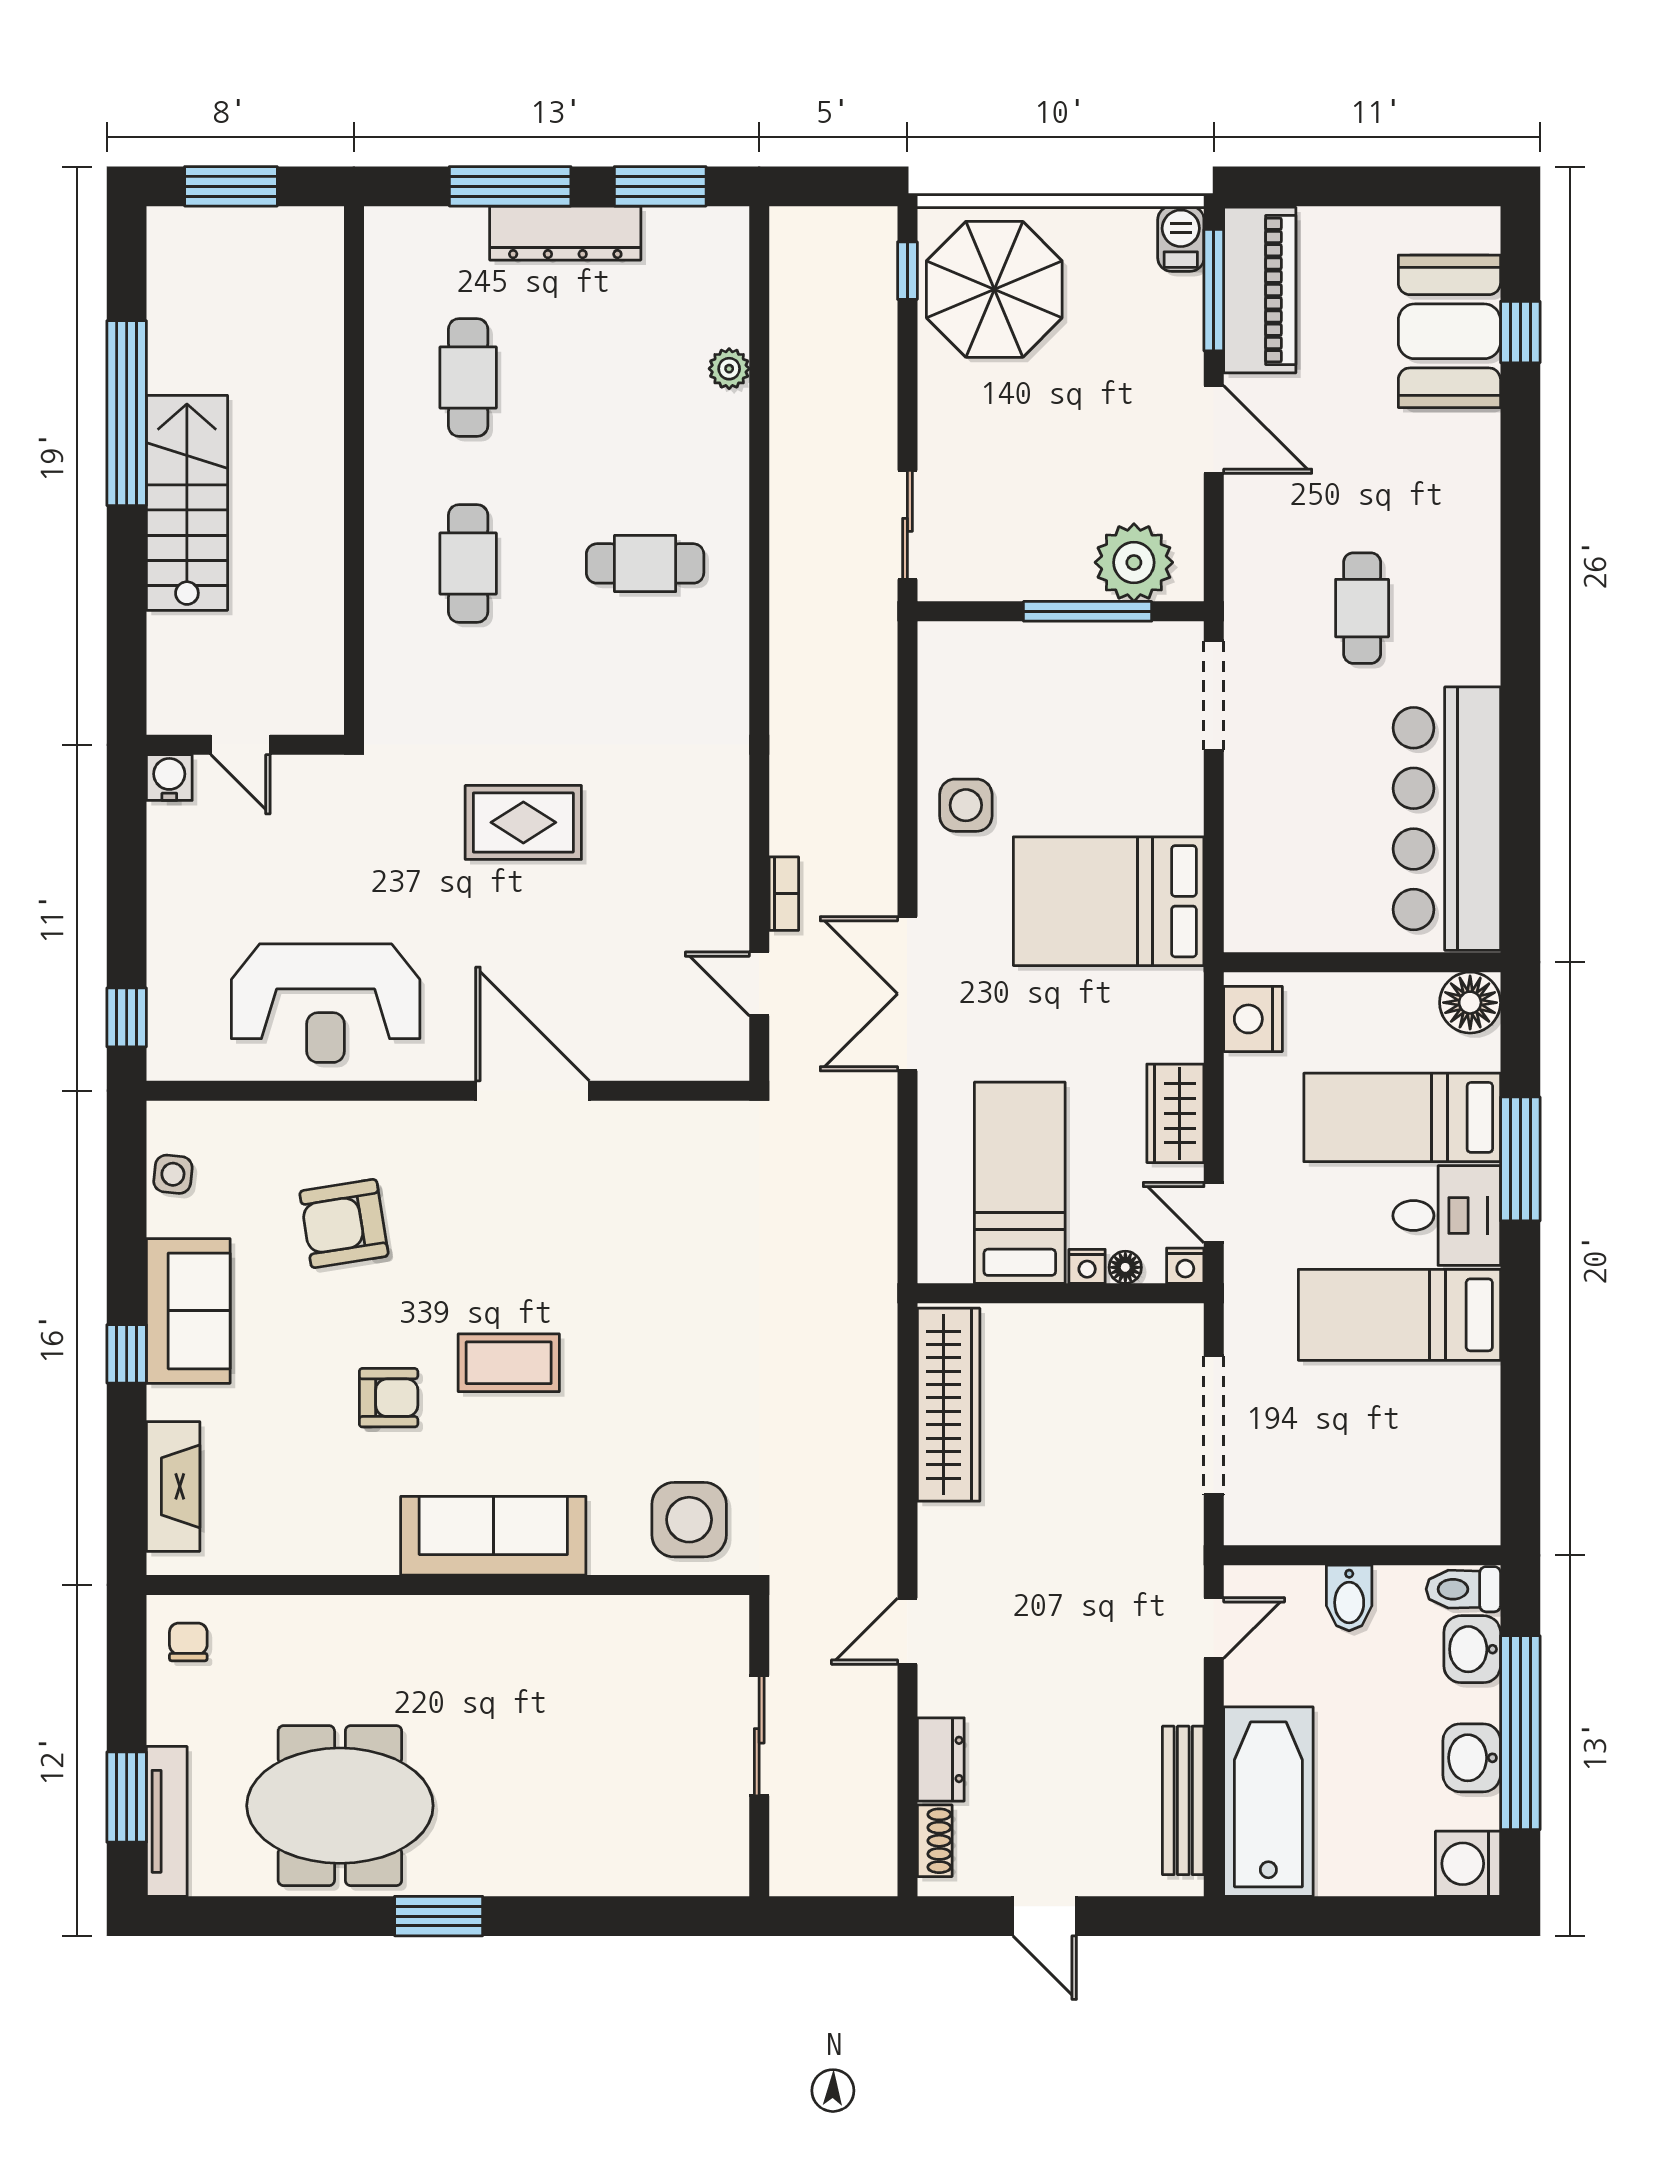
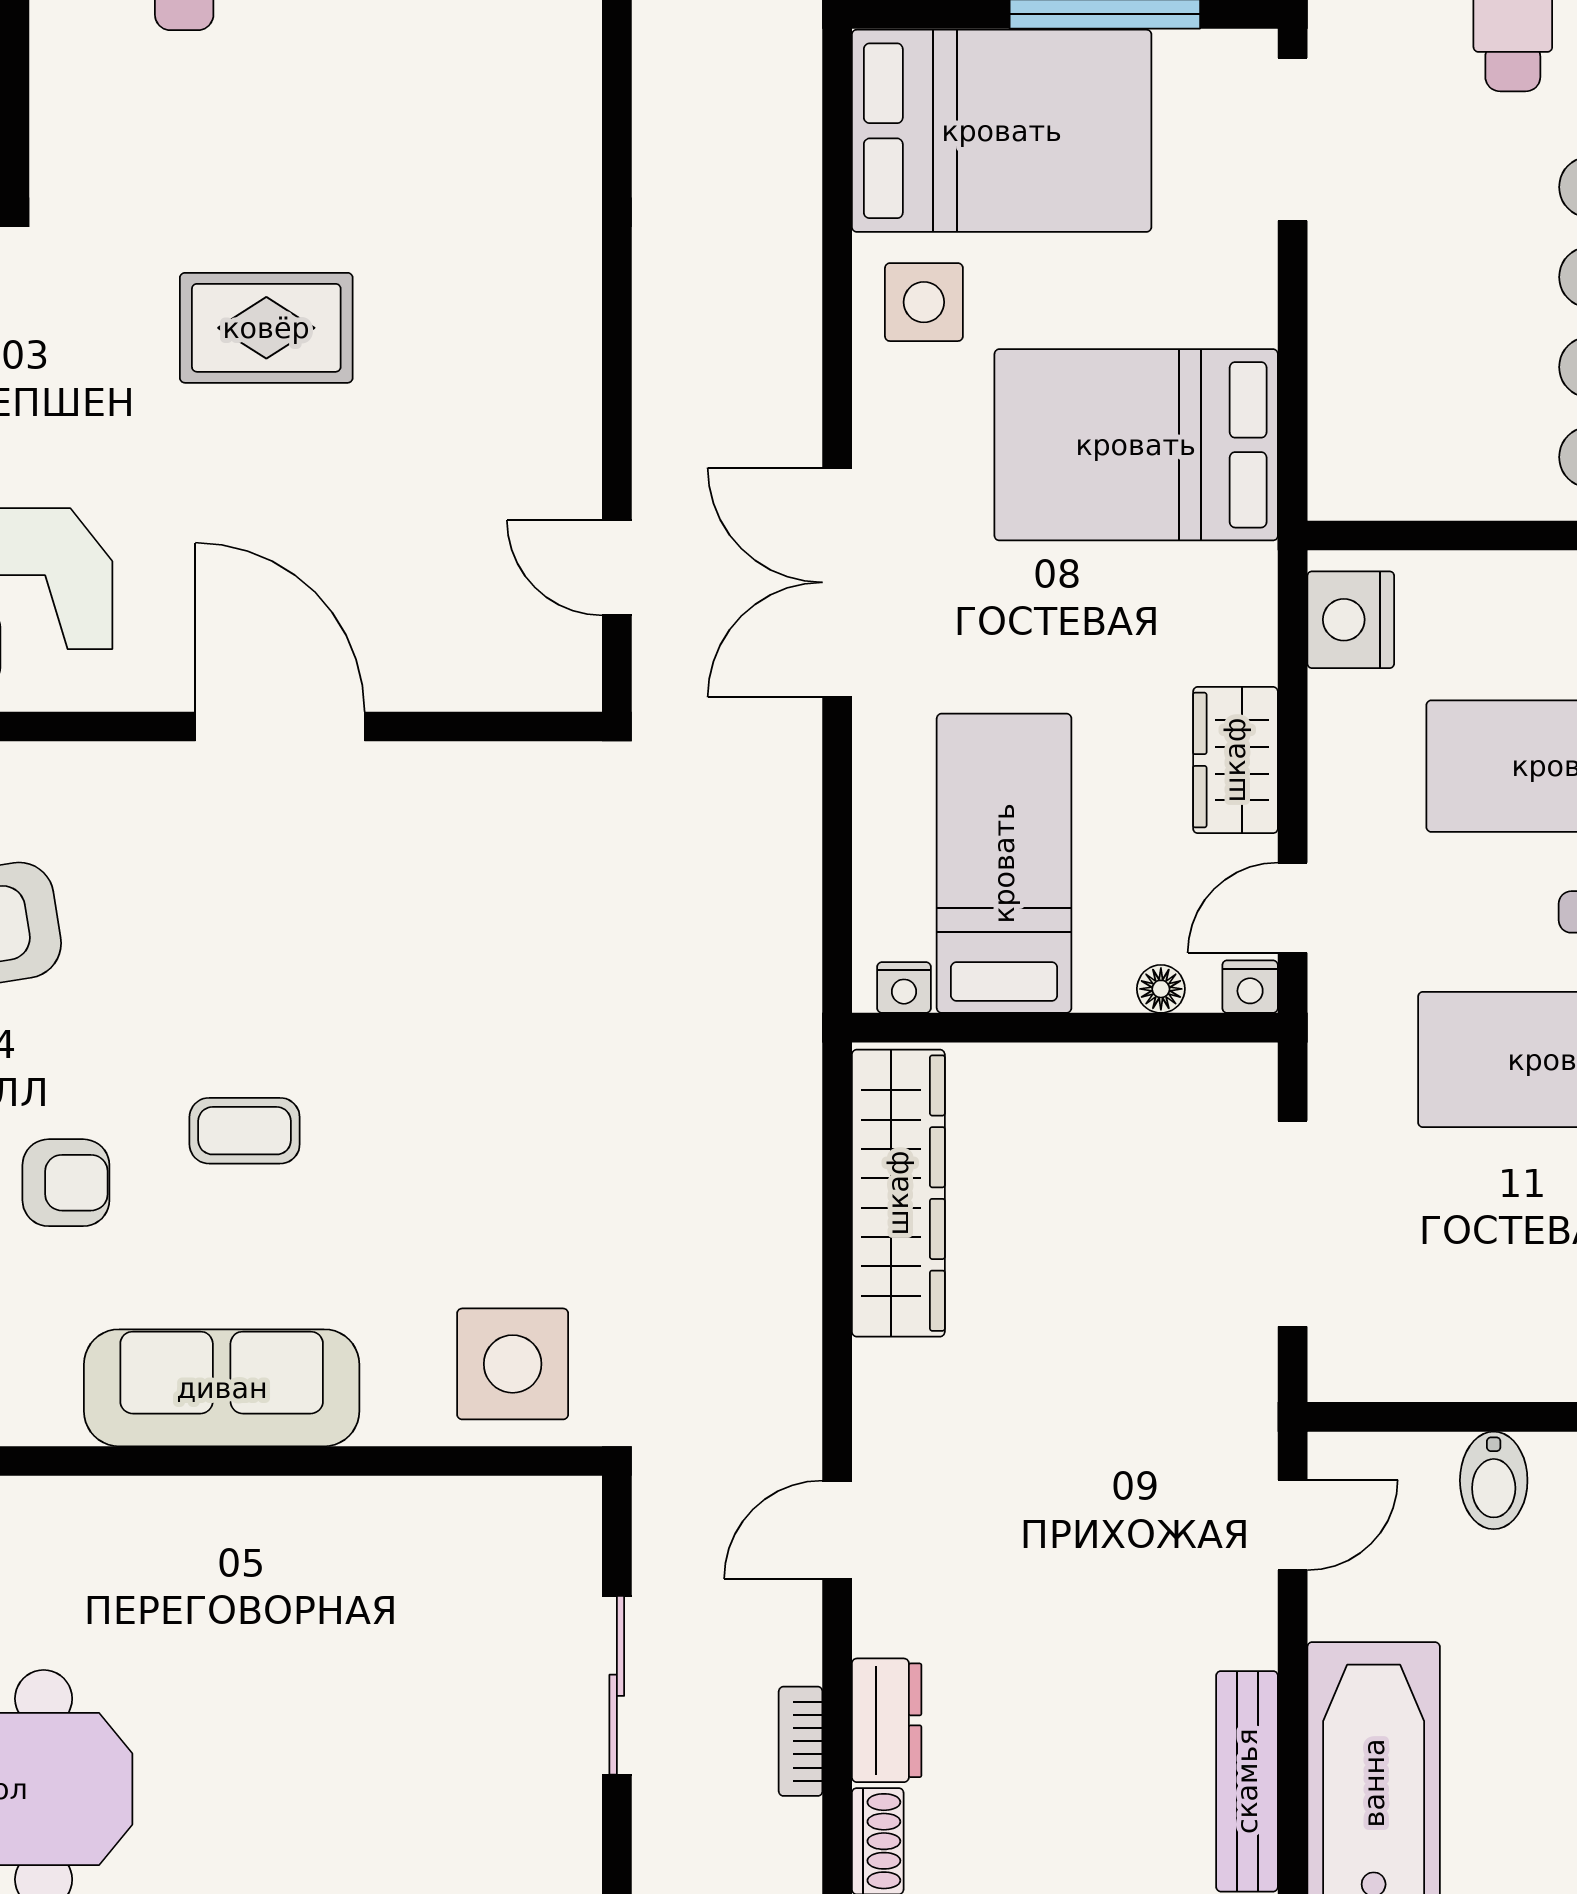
bed: (1018, 690) -> (1002, 131), added
bookcase: (784, 894) -> (801, 1741), moved, turned 180
door: (1214, 1213) -> (1293, 908), hinge flipped
nightstand: (1087, 1266) -> (904, 988), moved
coffee table: (509, 1363) -> (245, 1131), width x0.73, depth x0.77

